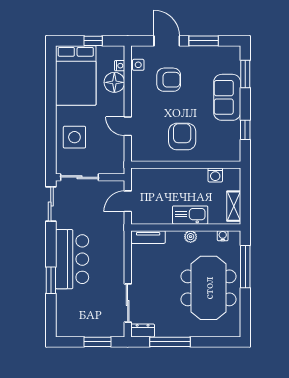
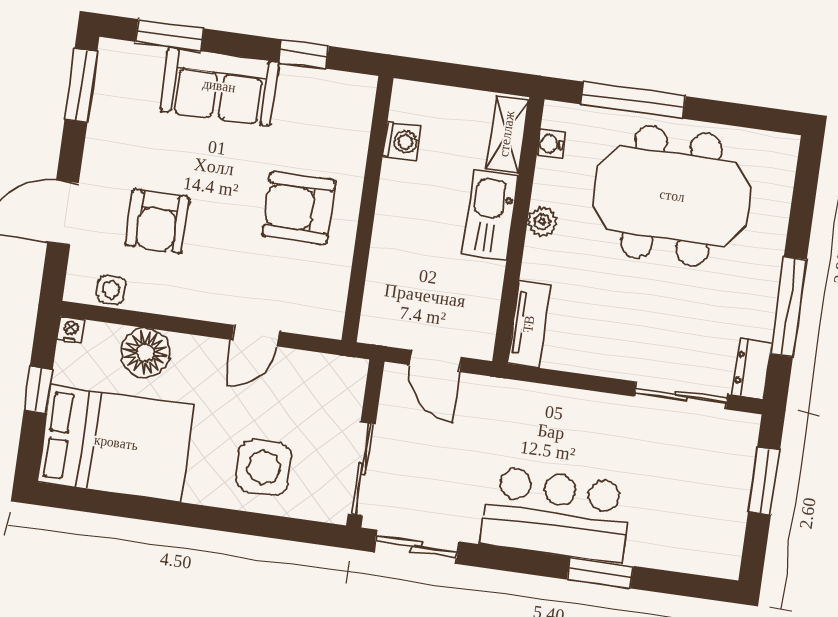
window: (204, 41) -> (81, 86), moved
nightstand: (120, 66) -> (71, 330), moved
armchair: (169, 80) -> (157, 221), turned 180
shelving: (234, 206) -> (507, 134), moved, turned 90

